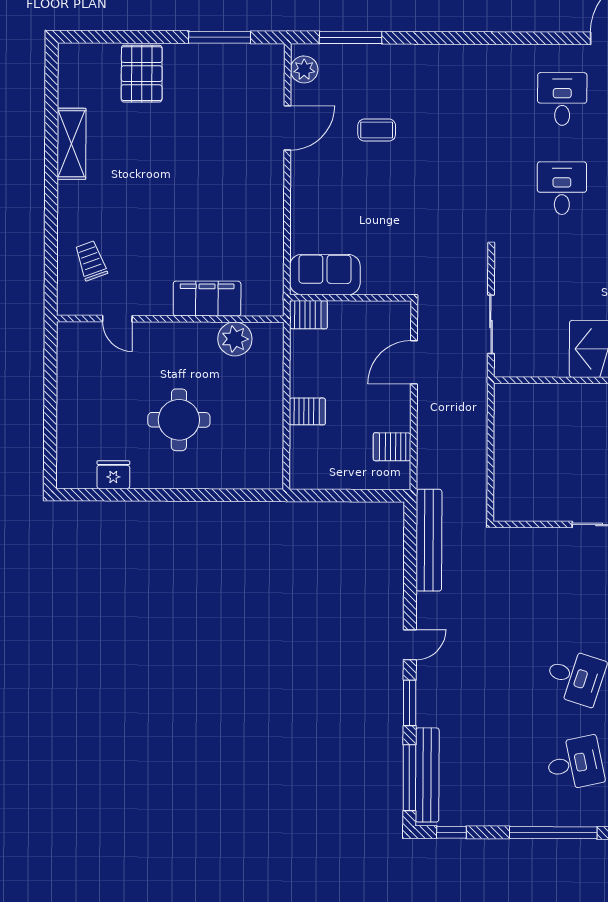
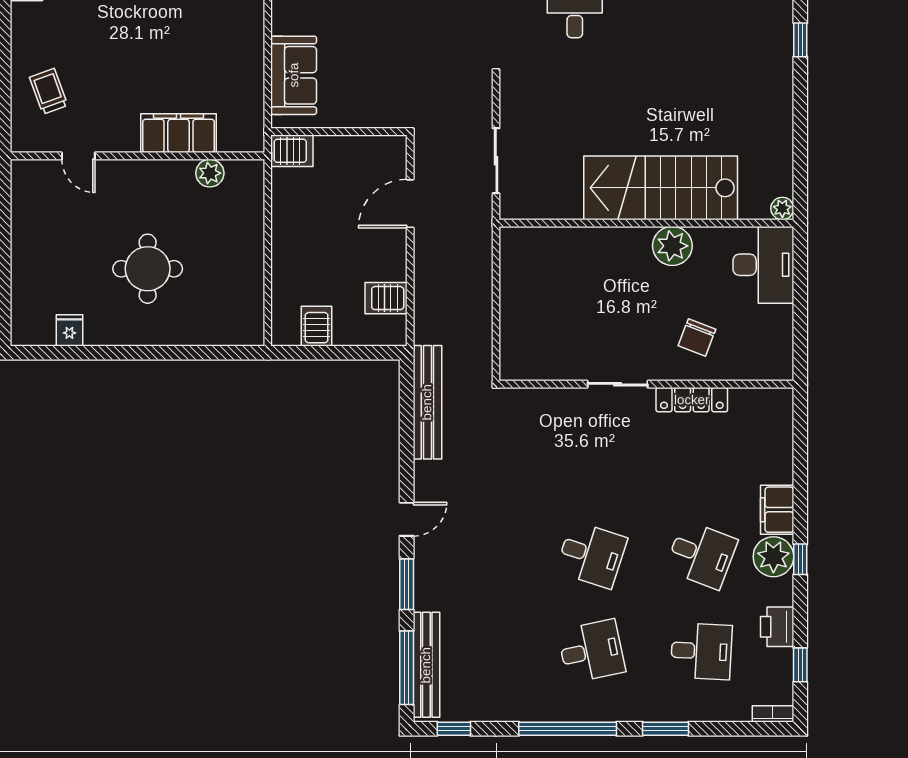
sofa: (325, 275) -> (294, 75), moved, turned 90
plant: (235, 339) -> (210, 173), width x0.73, depth x0.73
server rack: (307, 411) -> (317, 326), moved, turned -90
fridge: (113, 475) -> (69, 330), width x0.72

